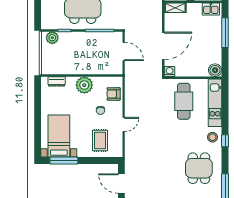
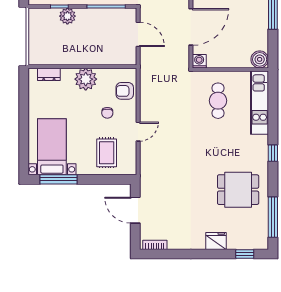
plant: (52, 38) -> (67, 16), moved
cafe table: (184, 101) -> (218, 101), width x0.73, depth x0.74
stool: (212, 137) -> (256, 148), removed
dining table: (199, 168) -> (238, 190), turned 90

